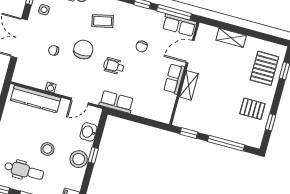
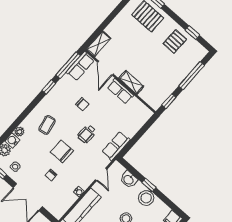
shelving: (231, 38) -> (99, 44), moved

